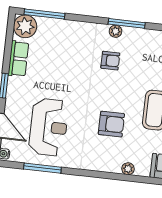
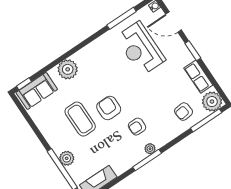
armchair: (58, 39) -> (184, 112), added
armchair: (111, 124) -> (109, 108), moved, turned 90
plant: (128, 169) -> (68, 69), width x1.88, depth x1.88

